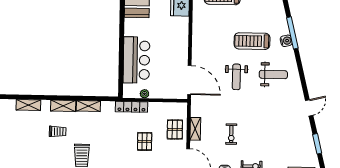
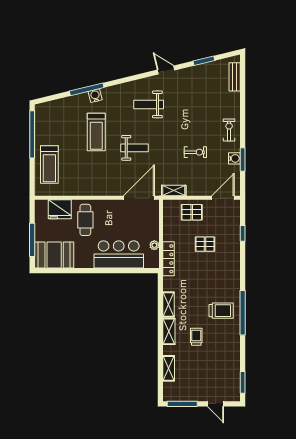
cafe table: (170, 29) -> (85, 220), added
weight bench: (273, 74) -> (149, 104), moved, turned -90
shelving: (195, 129) -> (174, 190), moved

